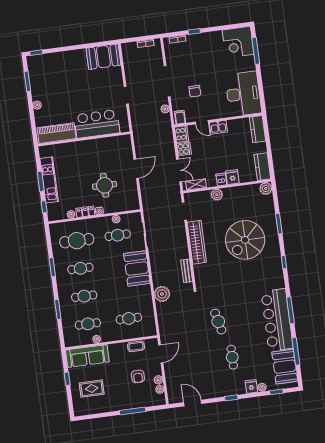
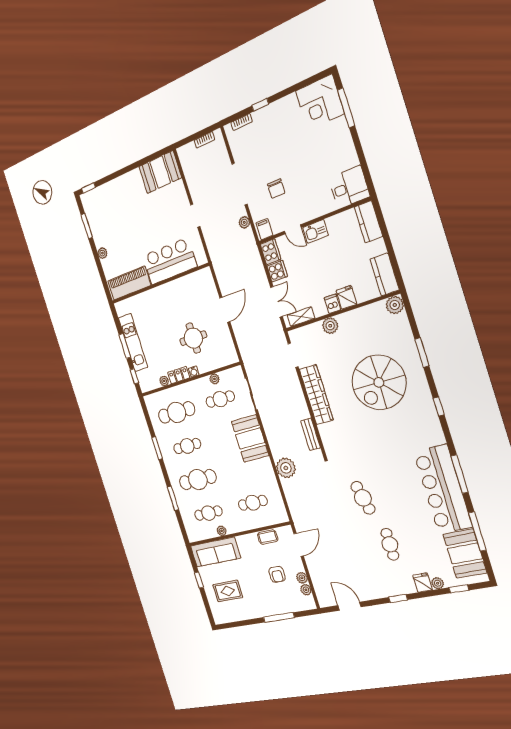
desk: (243, 94) -> (349, 187), width x0.53, depth x0.77
cafe table: (84, 296) -> (198, 480), width x1.37, depth x1.35

